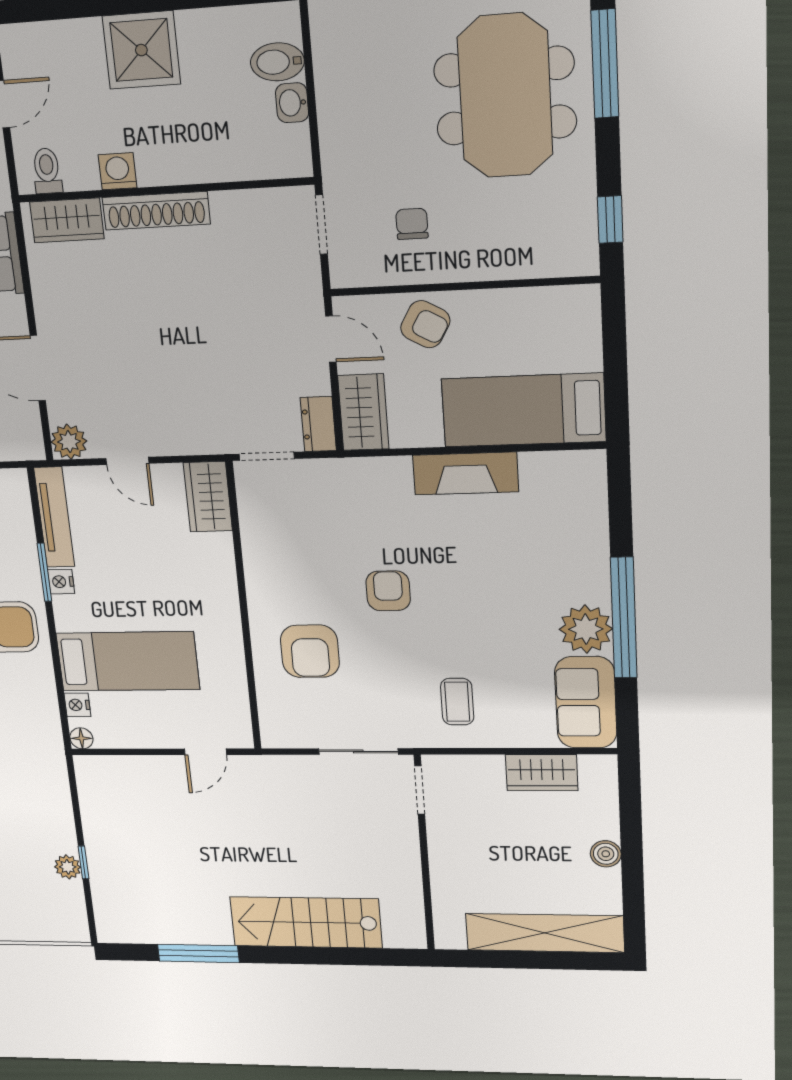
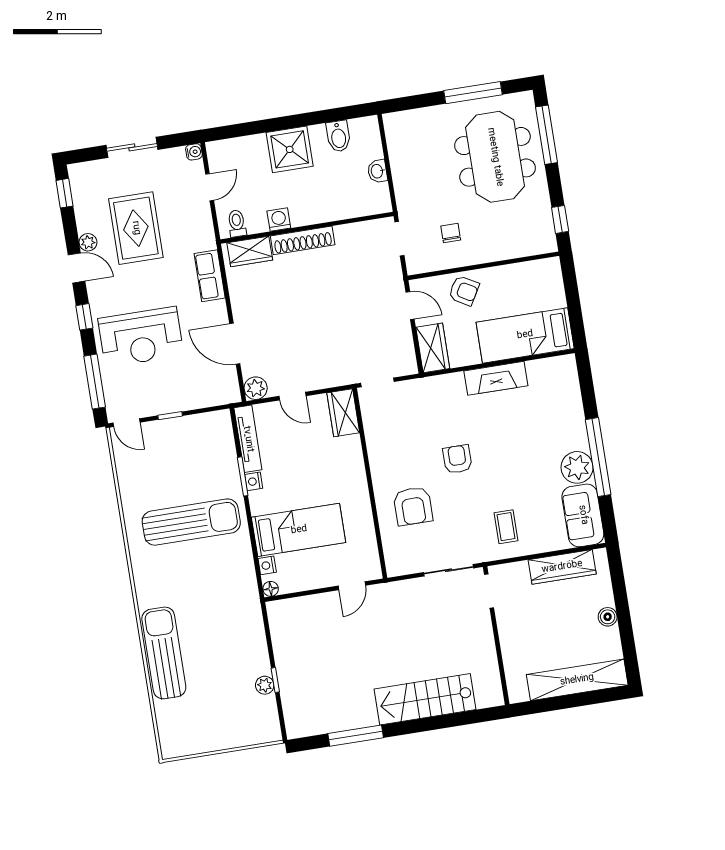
bidet: (277, 62) -> (338, 136), moved, turned -90
dresser: (318, 424) -> (407, 358), removed
wardrobe: (542, 773) -> (562, 567), width x1.50

